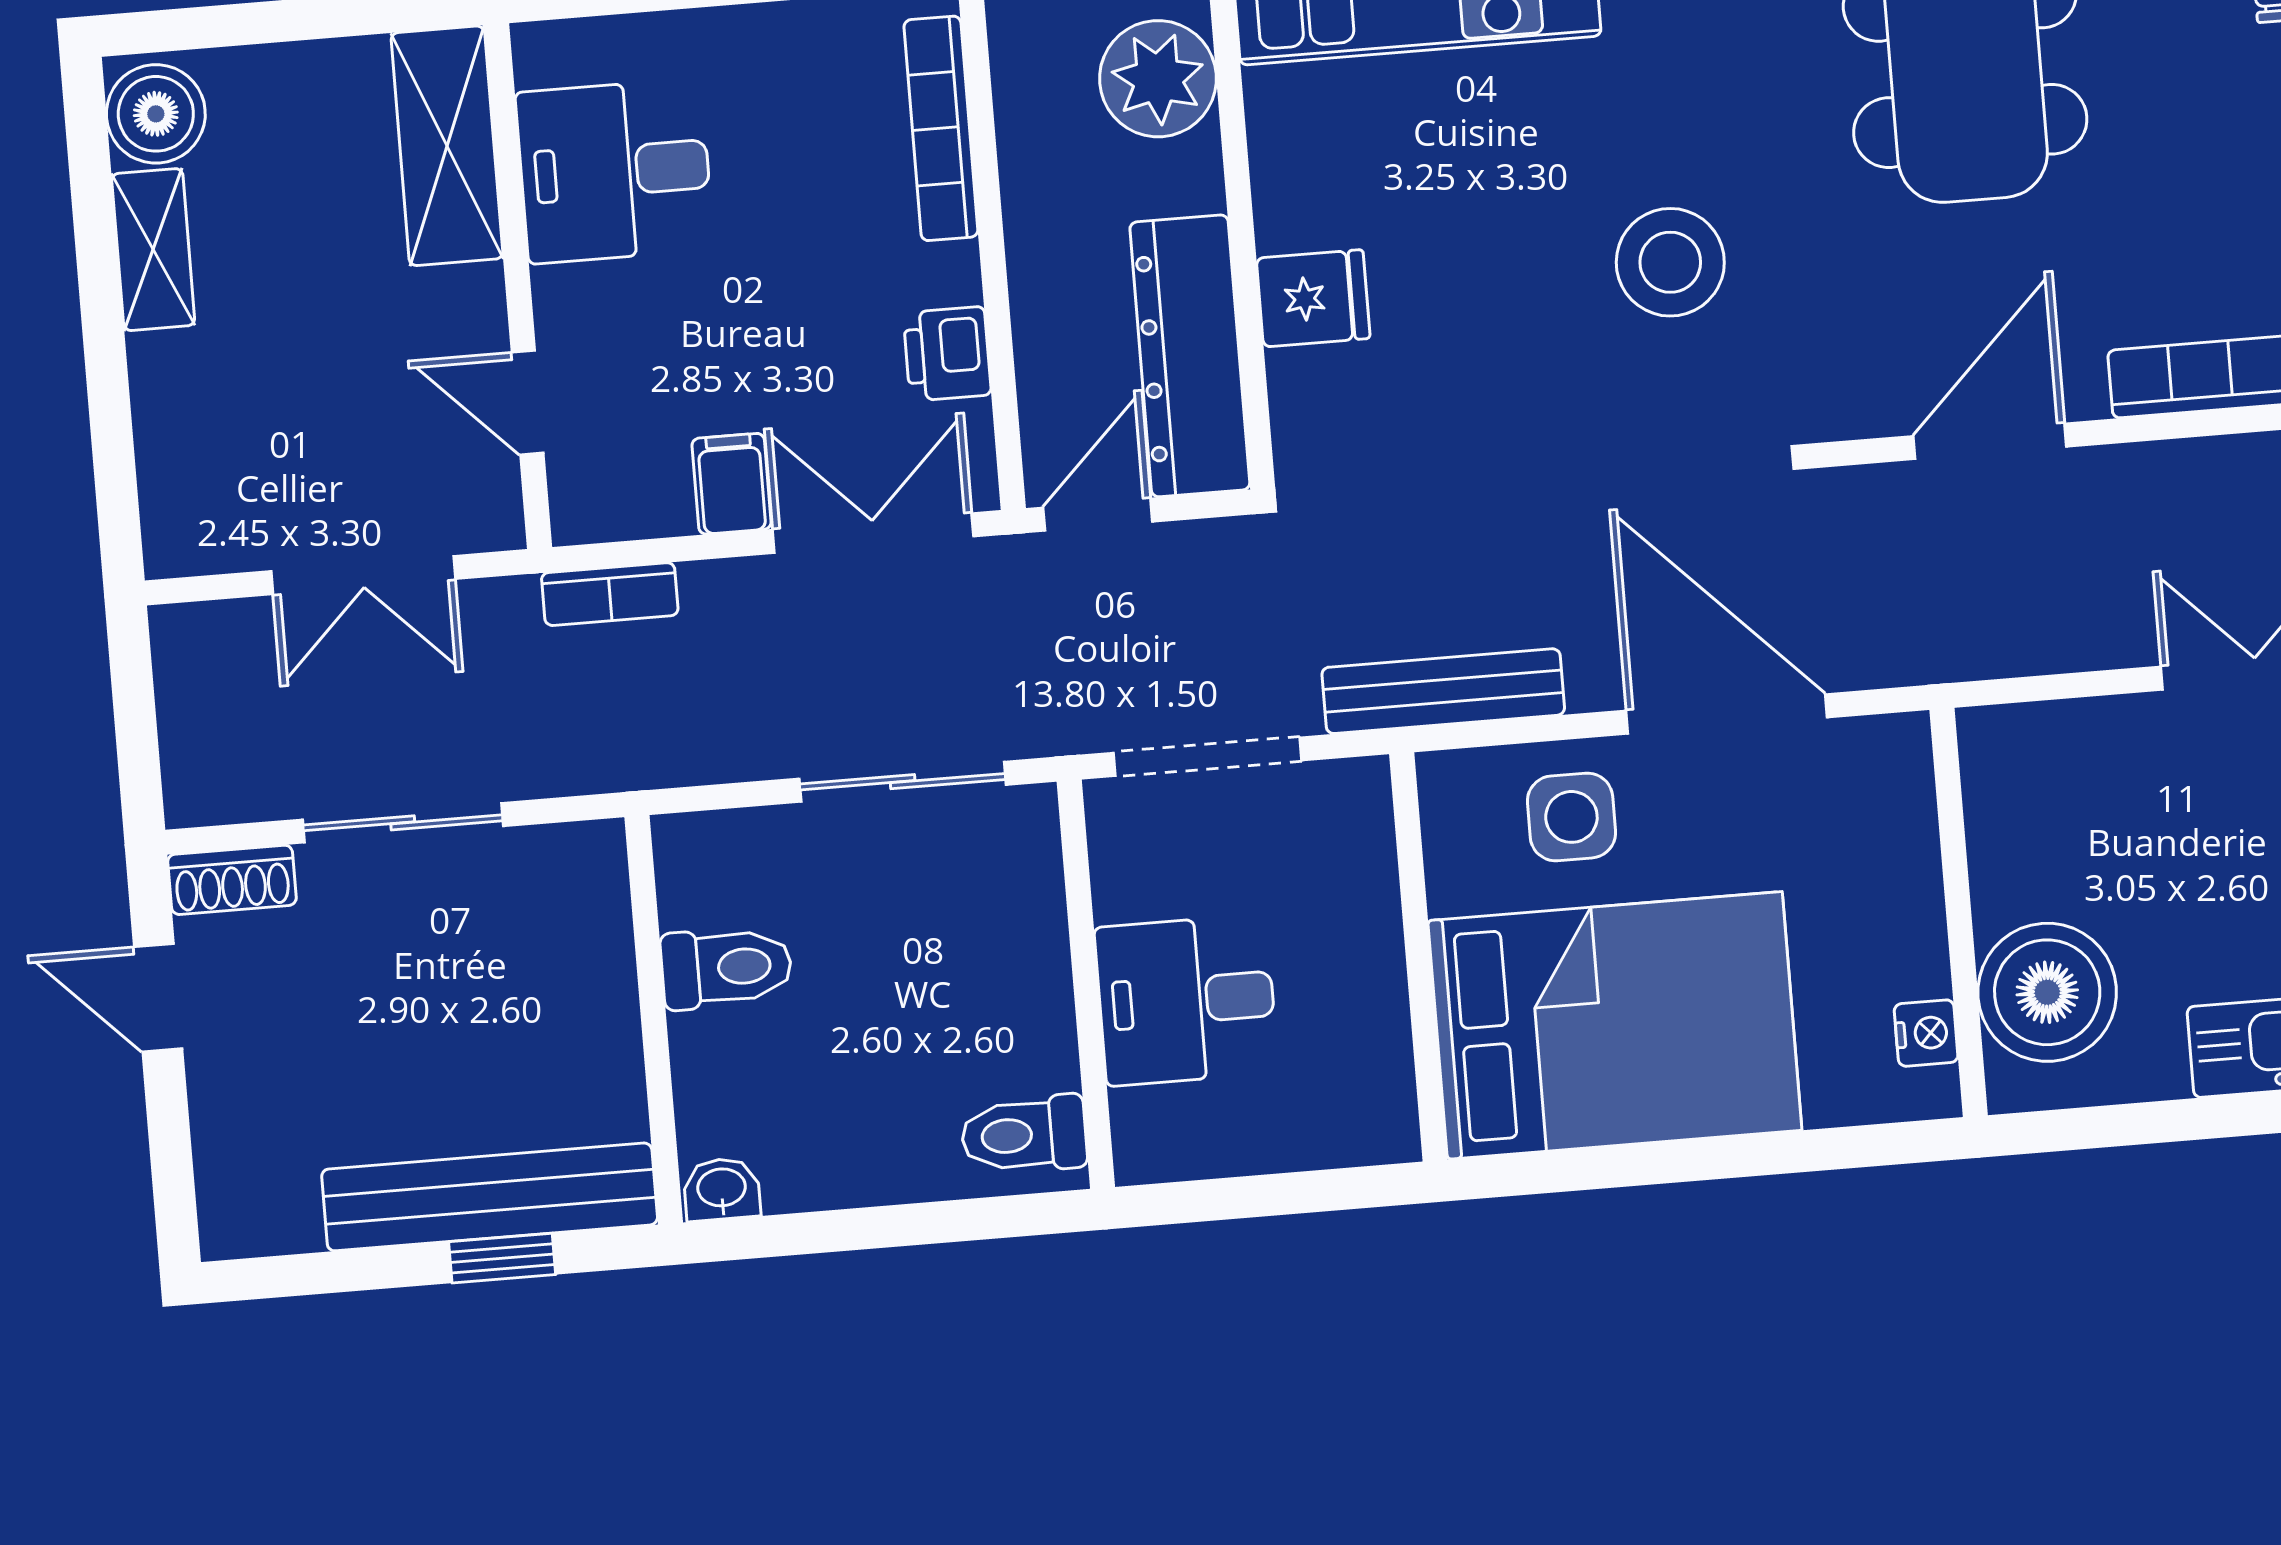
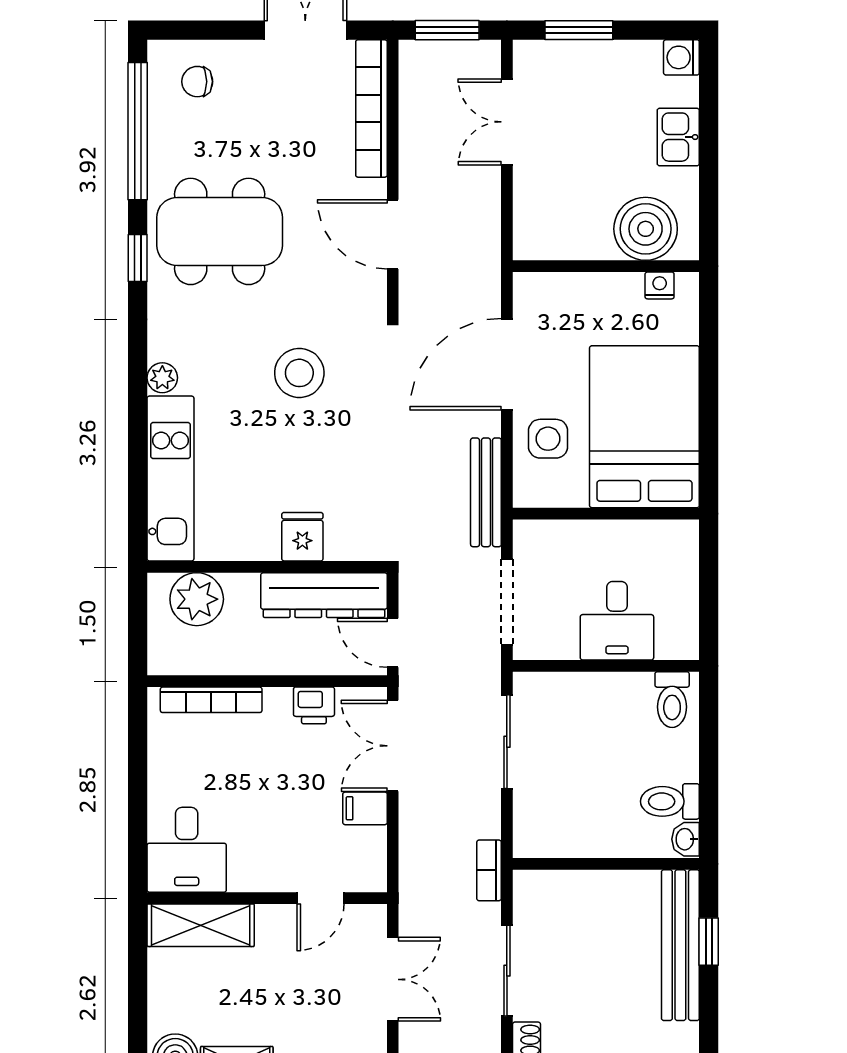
desk: (615, 171) -> (187, 850), moved
bookcase: (610, 594) -> (489, 870), moved, turned 180
toilet: (726, 968) -> (670, 801), moved, turned -90

